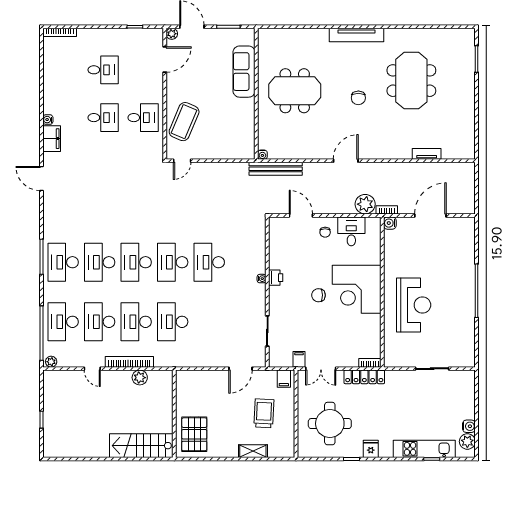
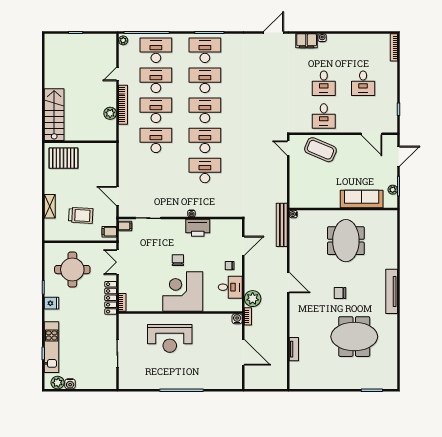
plant: (172, 34) -> (393, 190), moved
printer: (276, 278) -> (198, 228), width x1.87, depth x1.48
filing cabinet: (299, 359) -> (125, 226), moved

